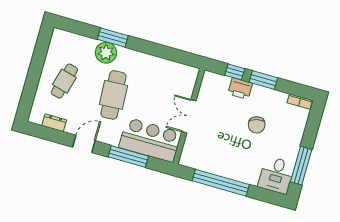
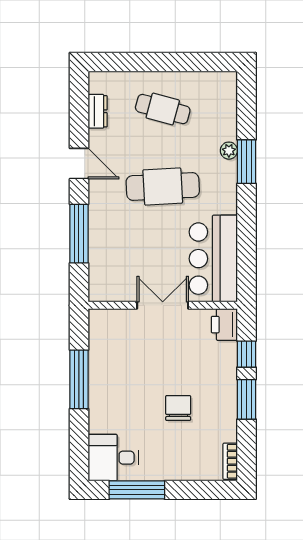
plant: (106, 53) -> (229, 151), width x0.53, depth x0.53
printer: (240, 89) -> (224, 325), moved
chair: (257, 125) -> (178, 408), turned 104
bar counter: (150, 140) -> (213, 259), moved, turned 180
window: (221, 183) -> (79, 379), width x0.68

